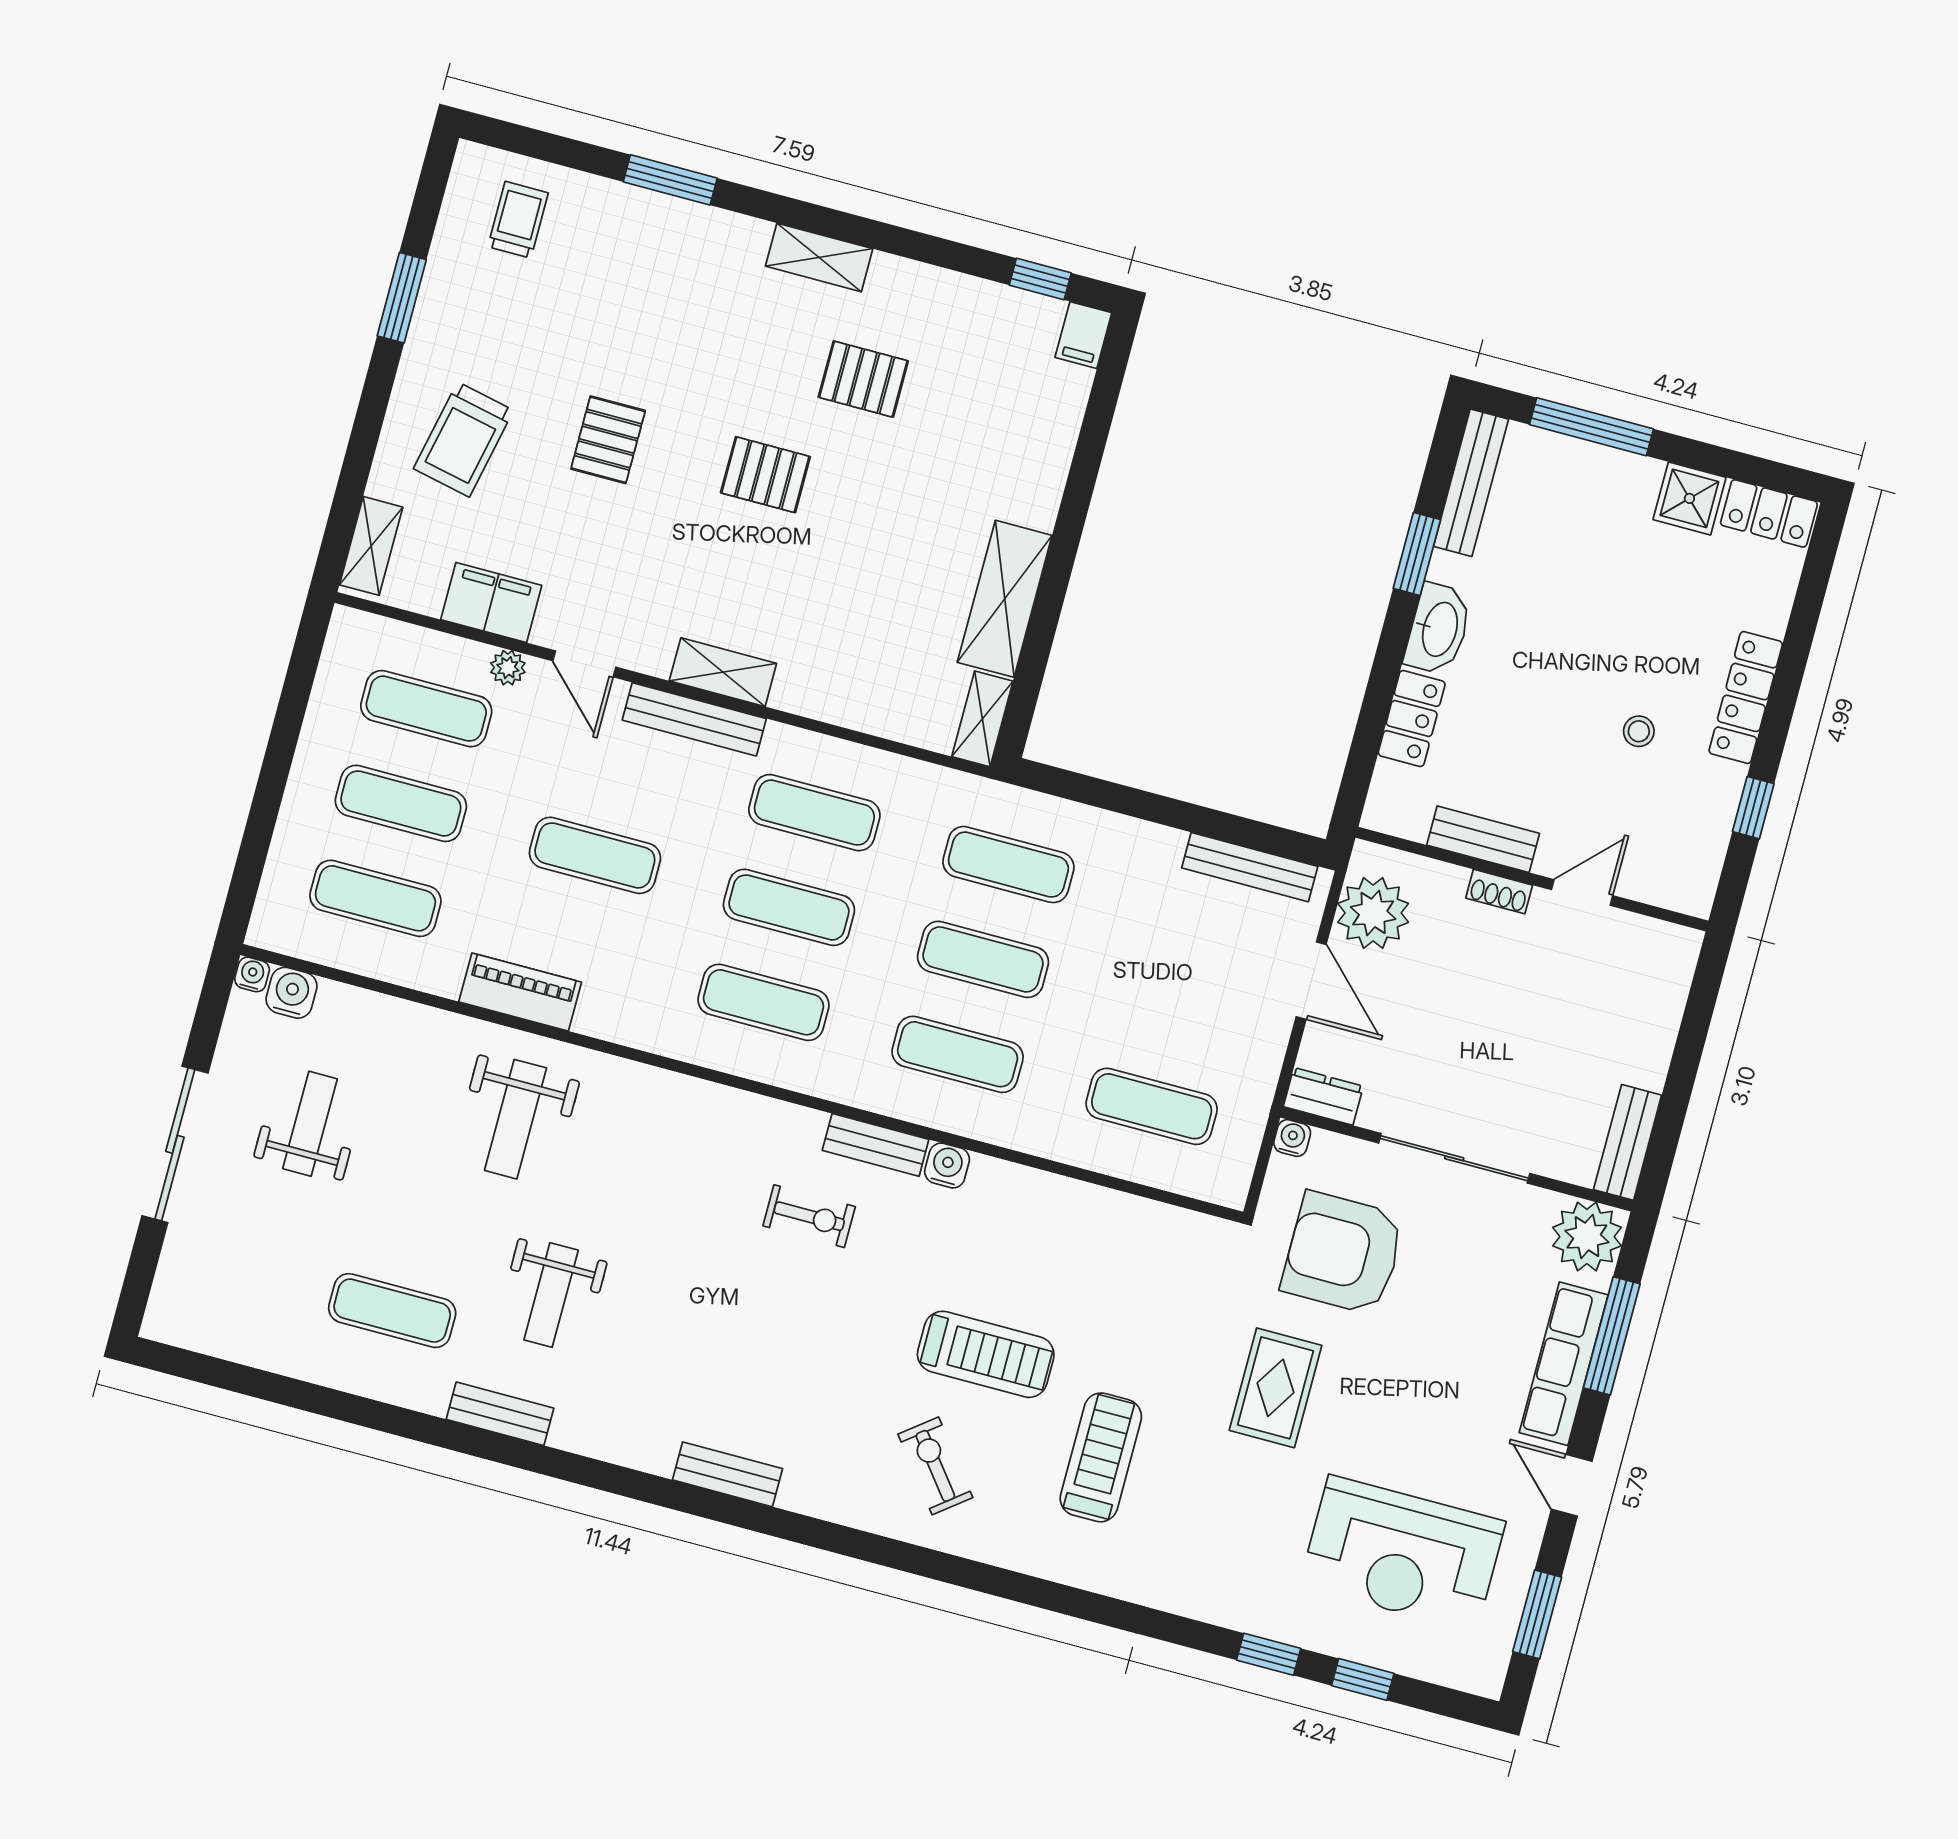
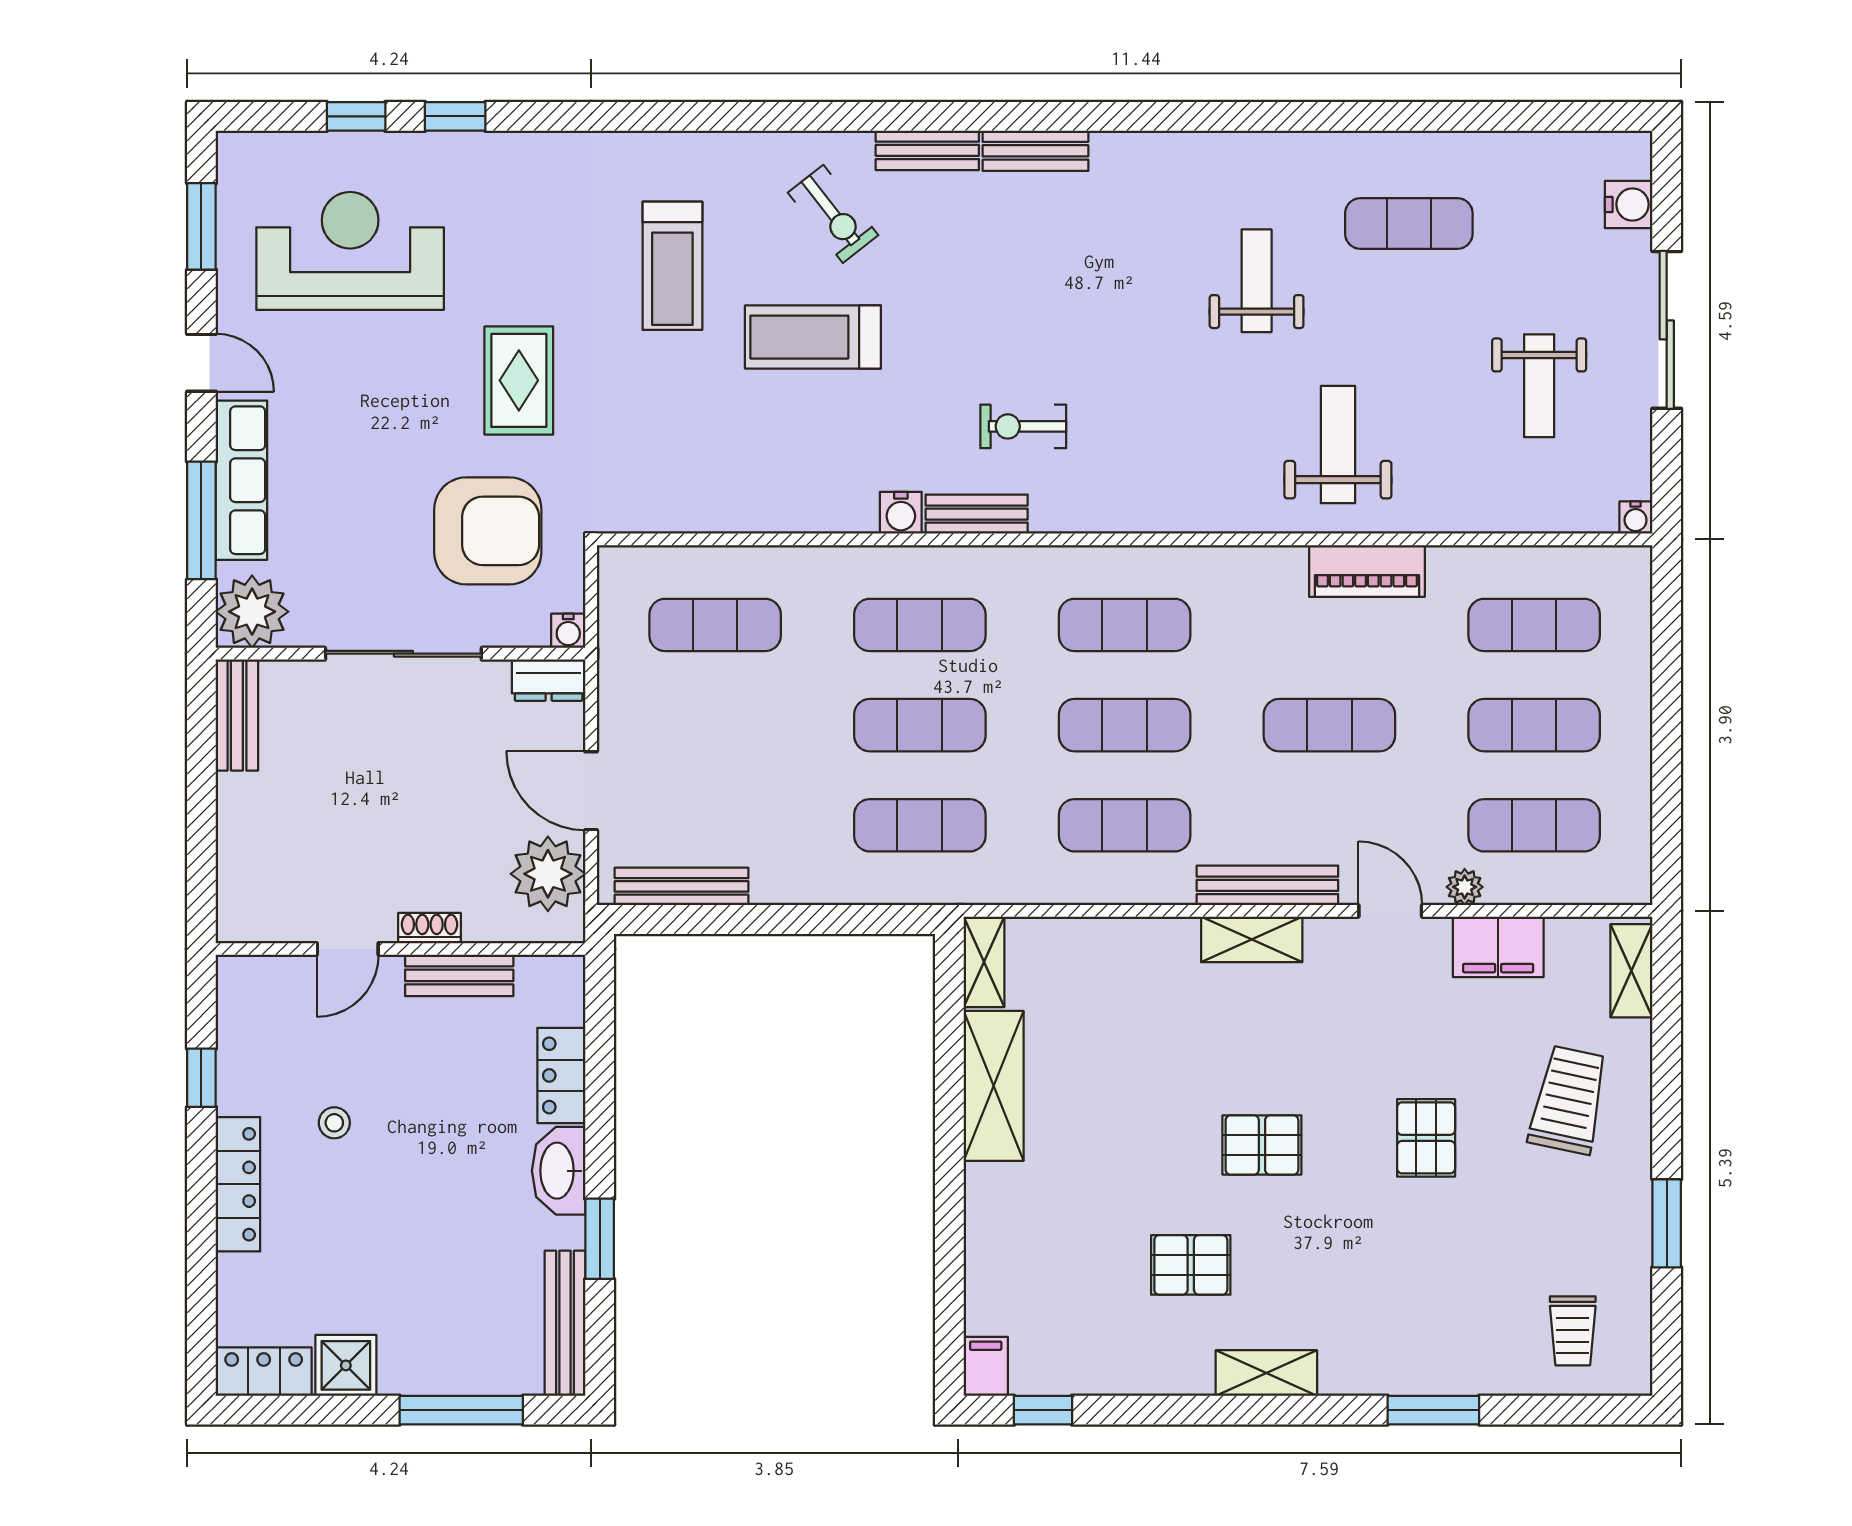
water cooler: (292, 993) -> (1629, 204), moved, turned -90
bench: (500, 1414) -> (927, 150), moved

